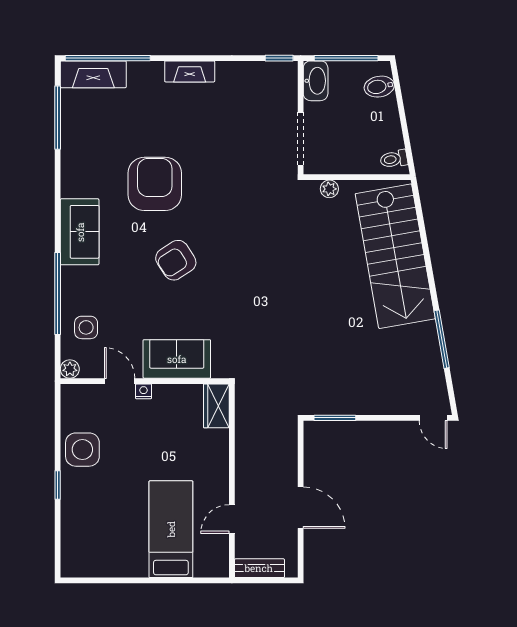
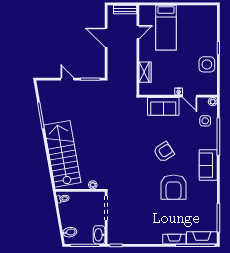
fireplace: (190, 71) -> (174, 239), moved
wardrobe: (216, 406) -> (145, 72), moved
door: (433, 418) -> (67, 79), moved

